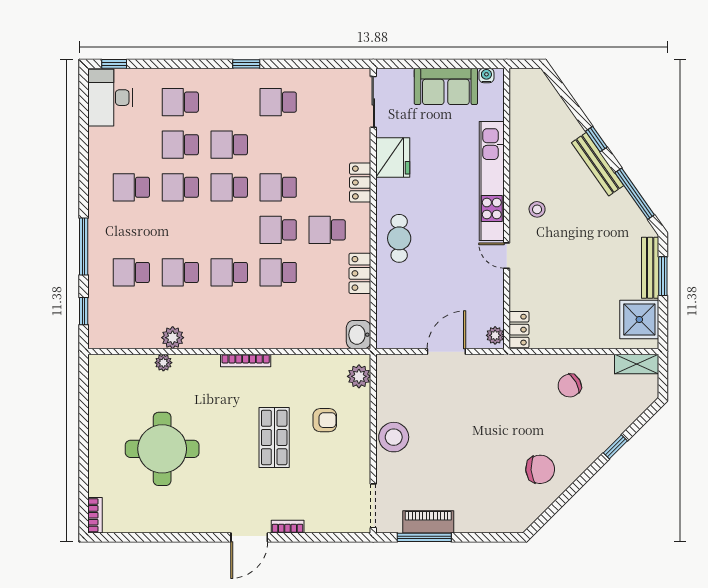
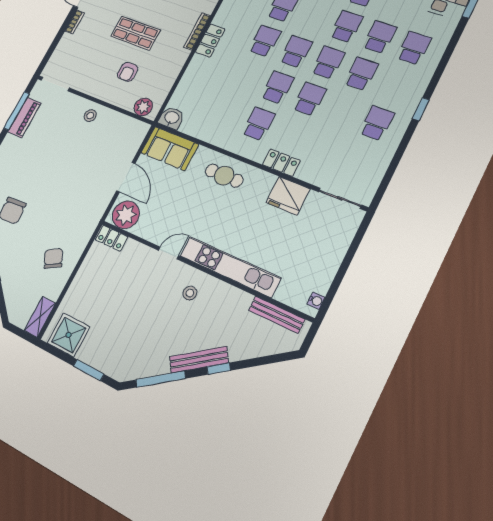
sofa: (446, 86) -> (170, 149), moved, turned -90
bench: (650, 268) -> (277, 315), moved
school desk: (278, 272) -> (296, 52), moved
locker: (360, 273) -> (210, 41), moved, turned 90
plant: (495, 335) -> (126, 215), width x1.87, depth x1.87
stool: (394, 437) -> (90, 116), width x0.53, depth x0.53

